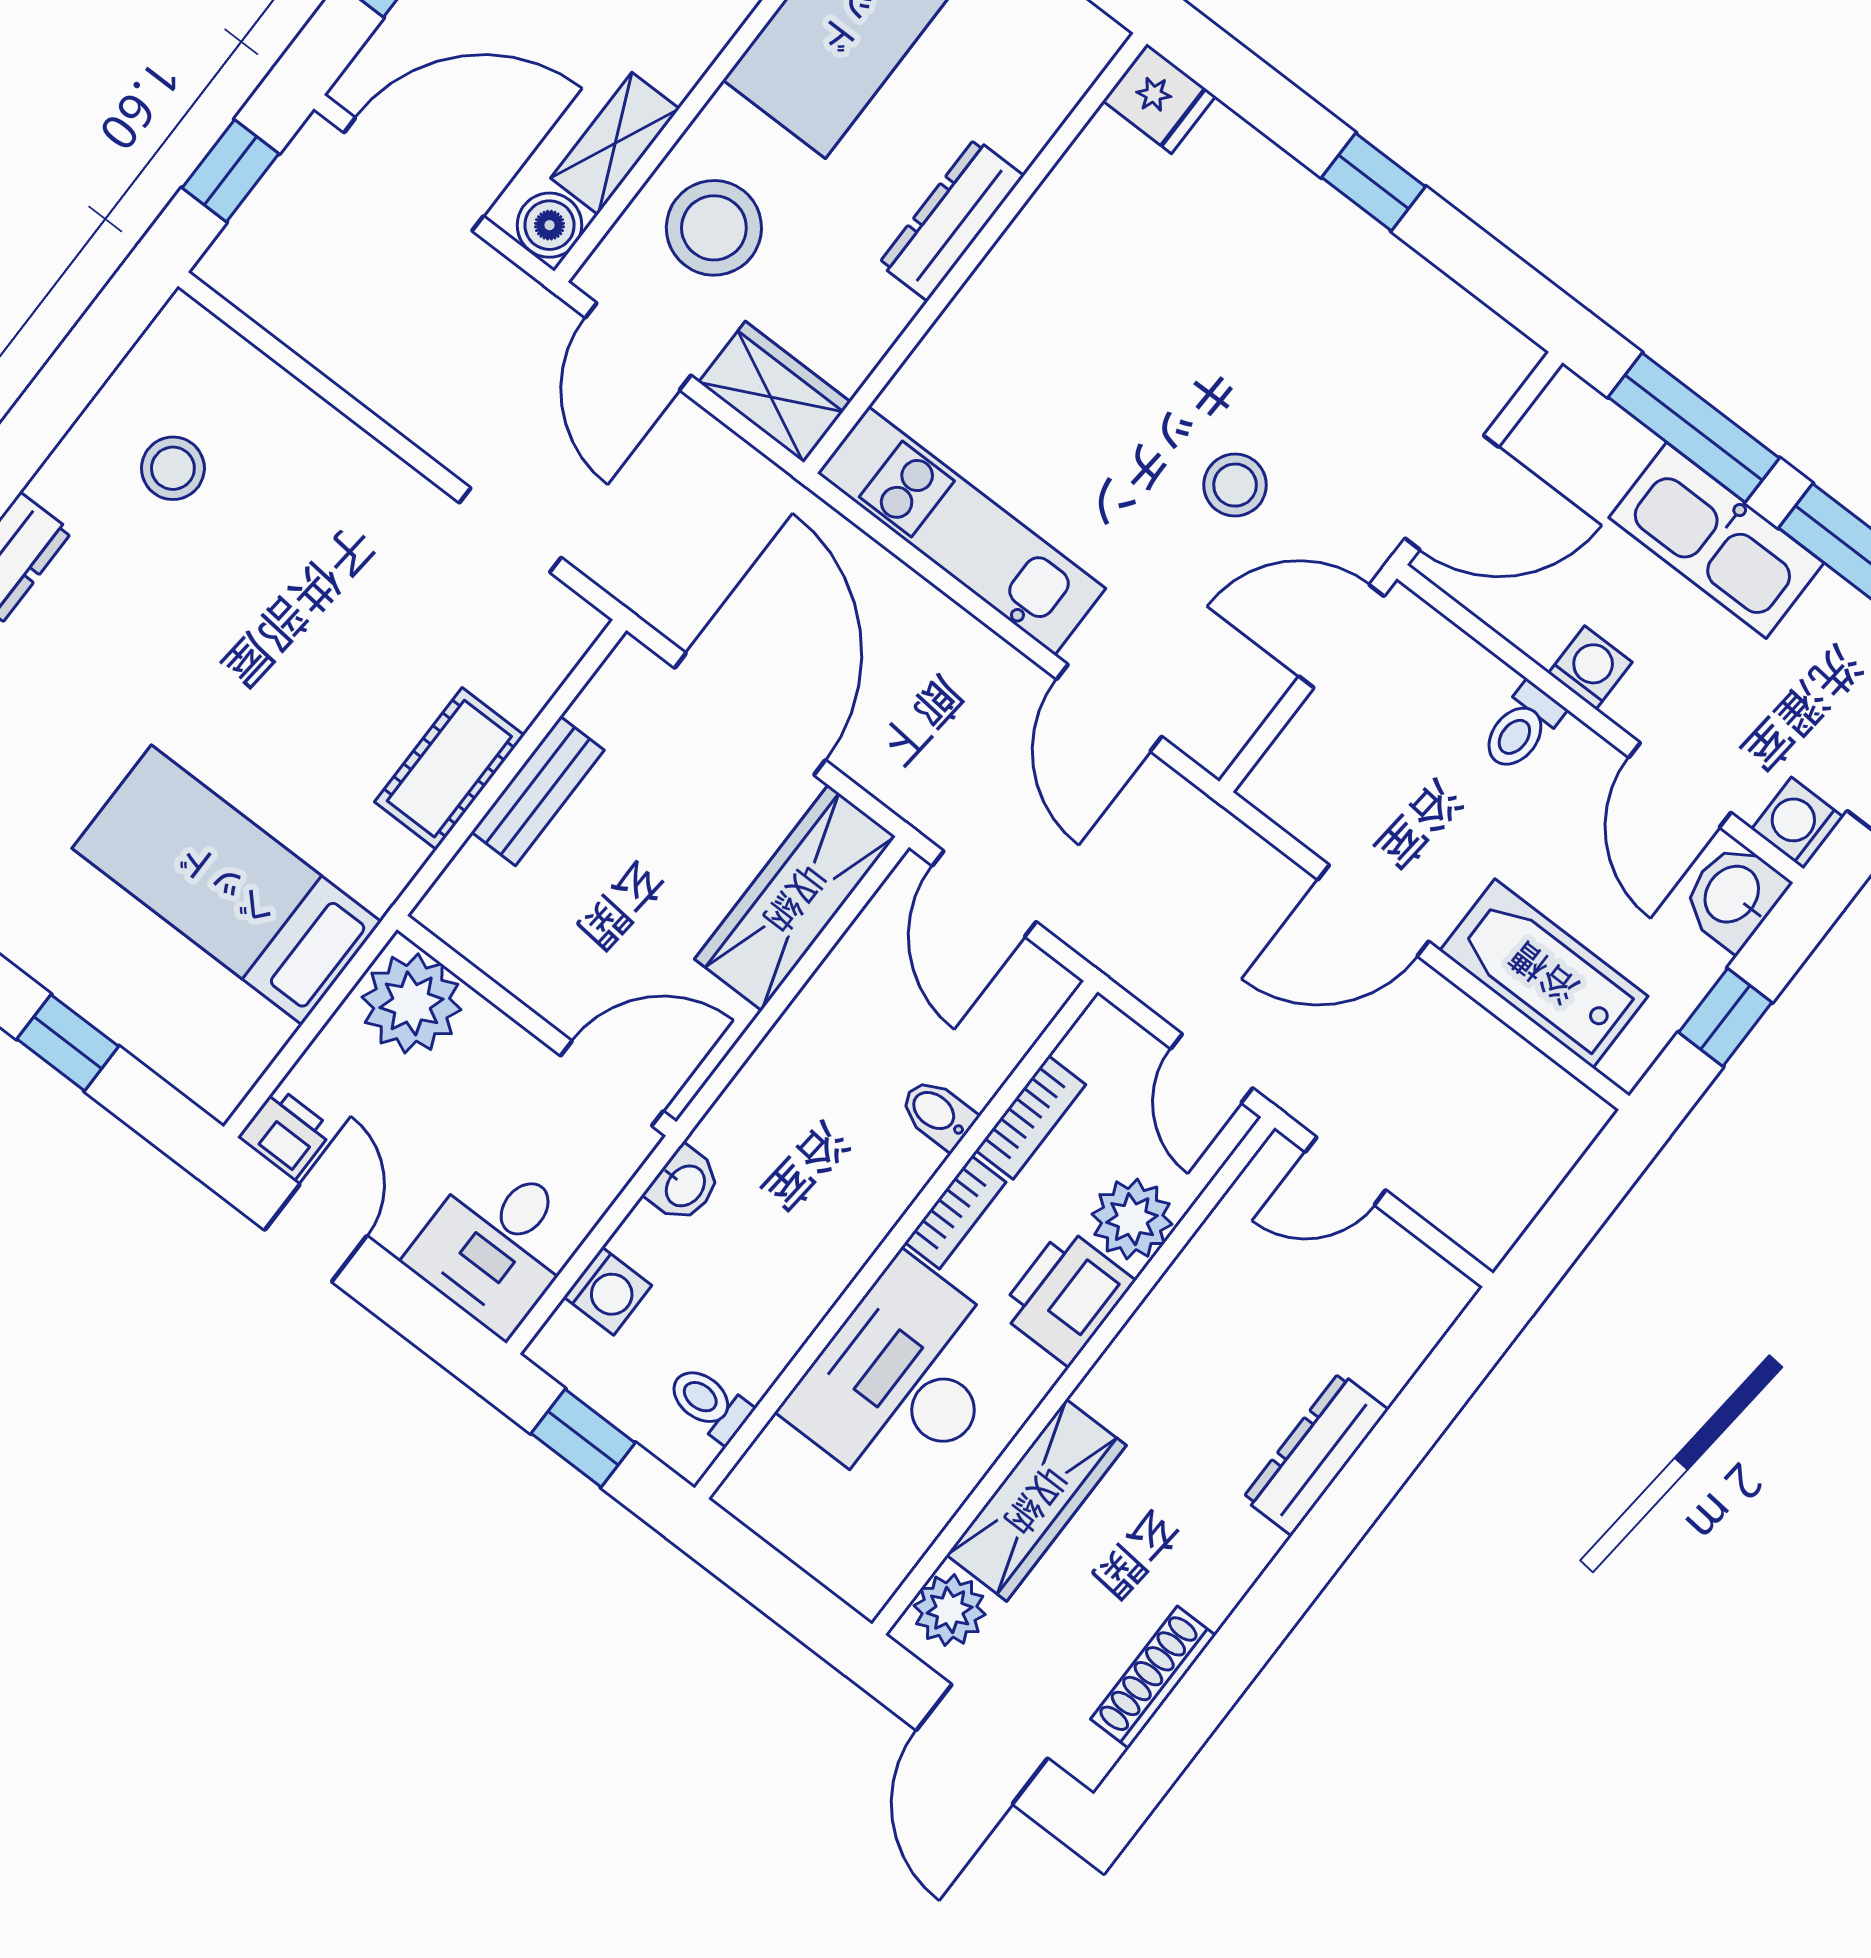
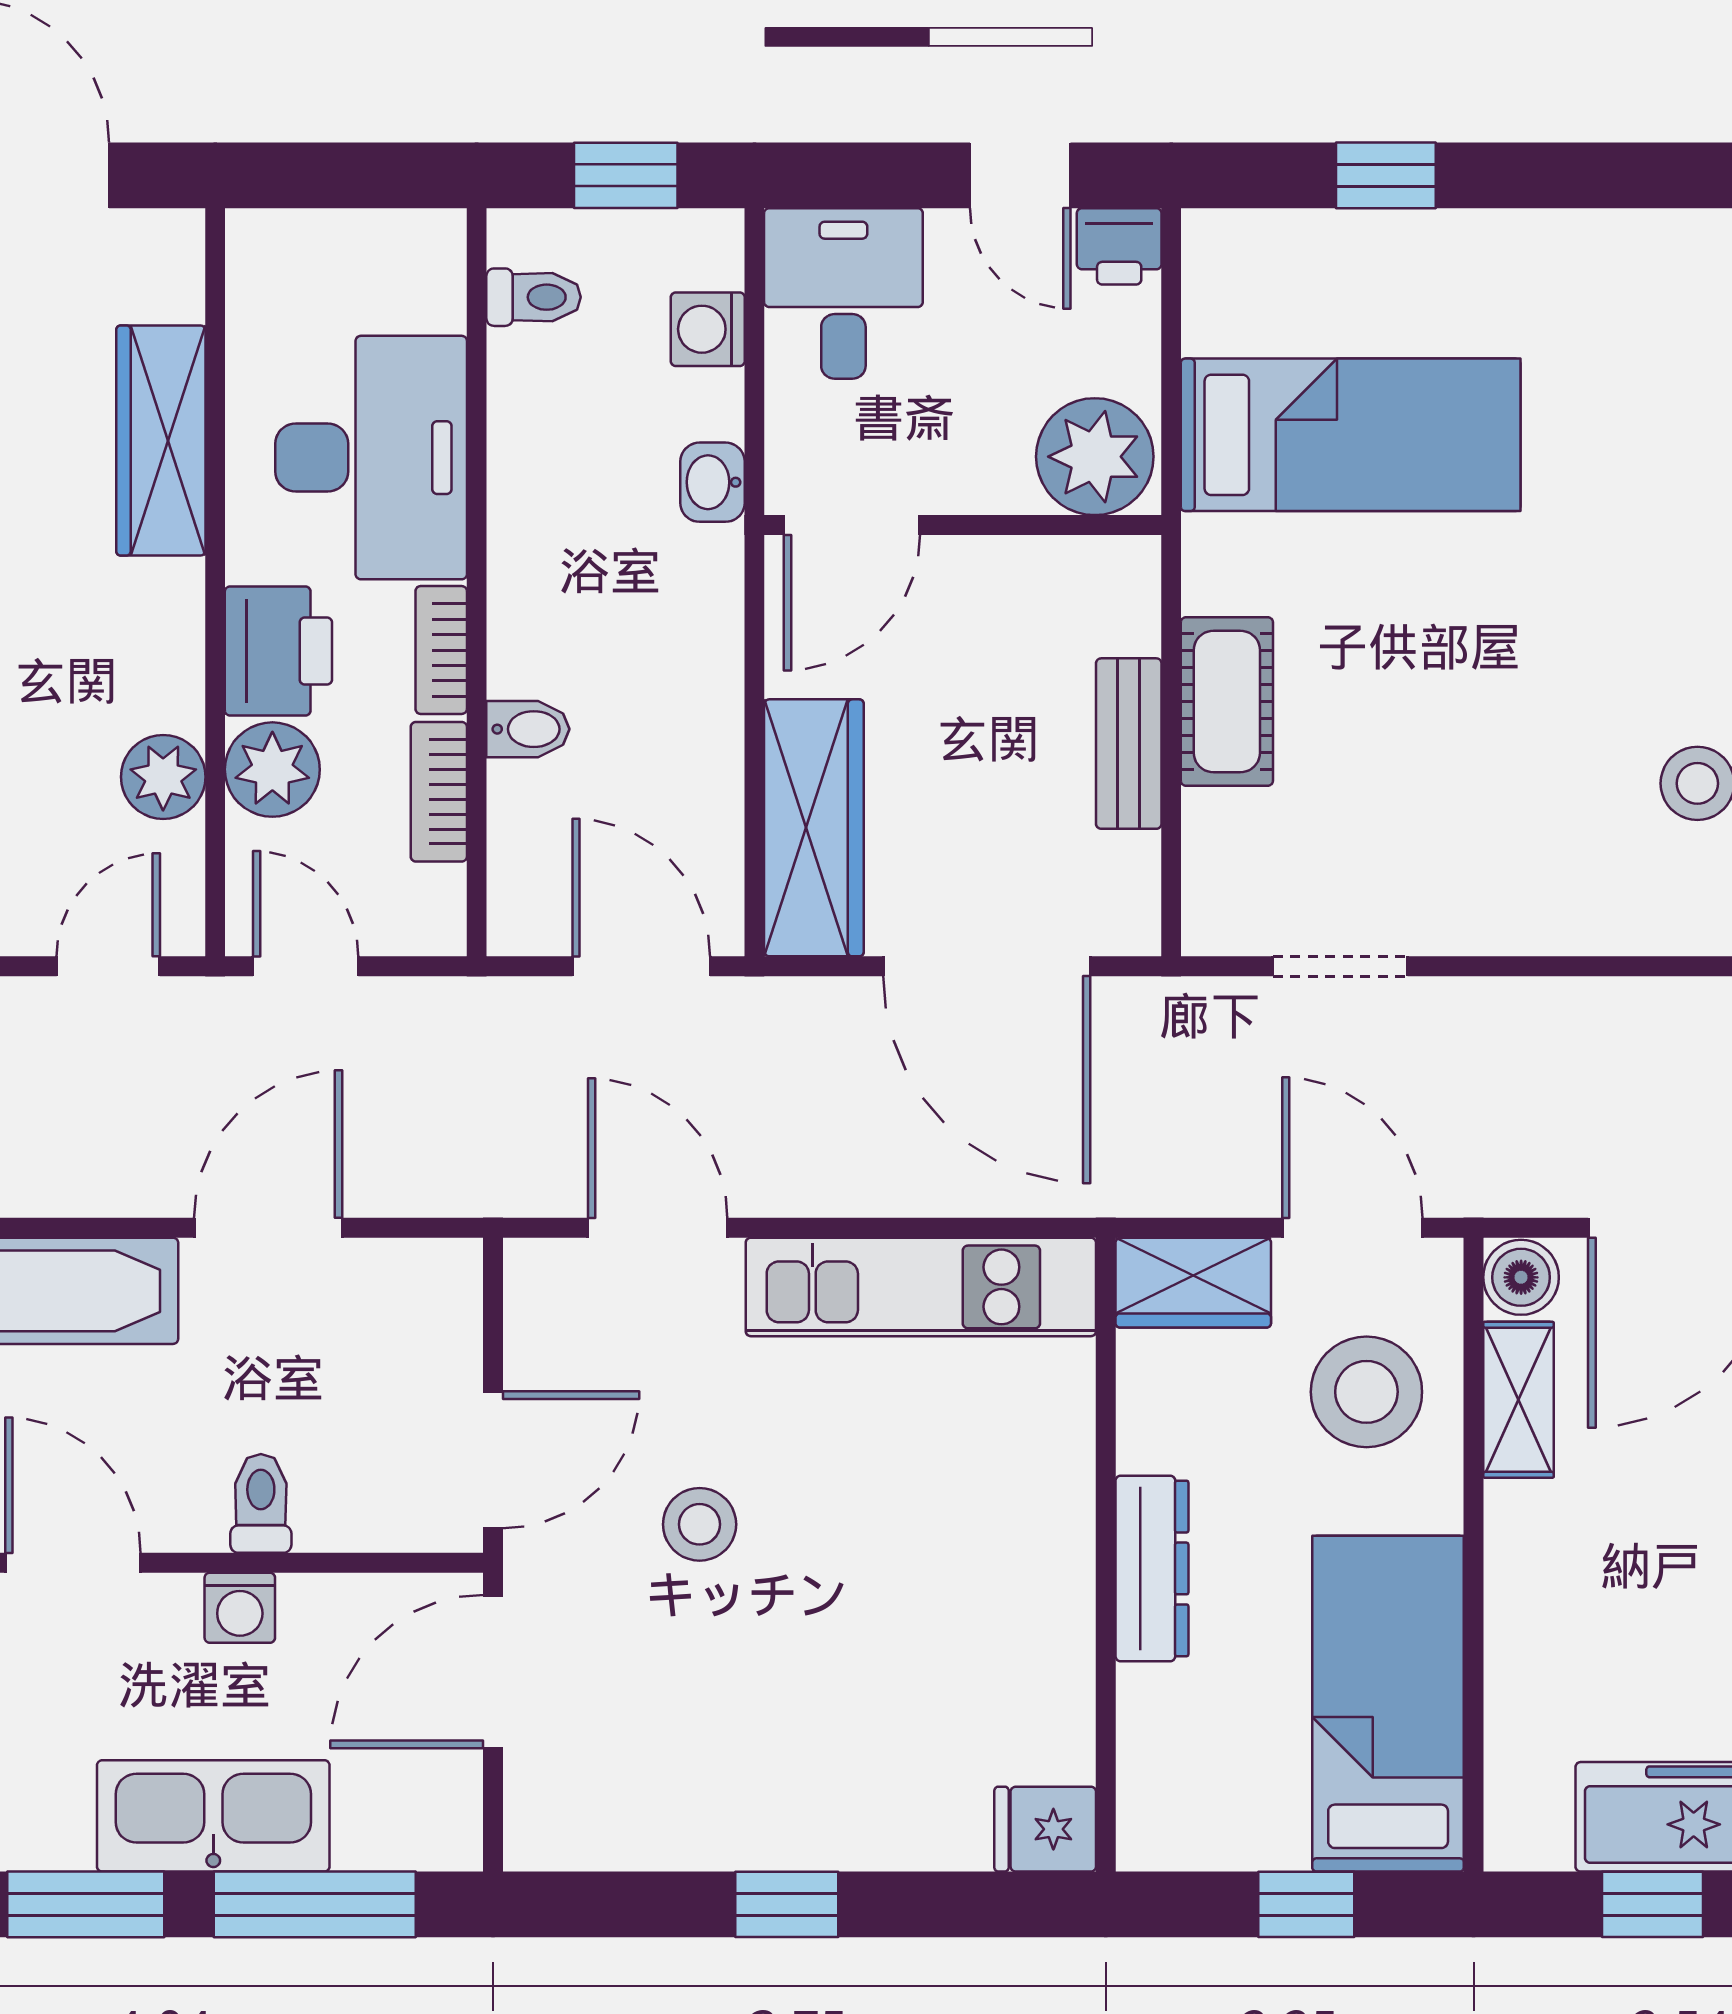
plant: (950, 1610) -> (163, 777), moved

